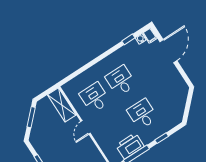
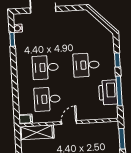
filing cabinet: (150, 36) -> (26, 119), moved
door: (86, 127) -> (69, 123), swing flipped

